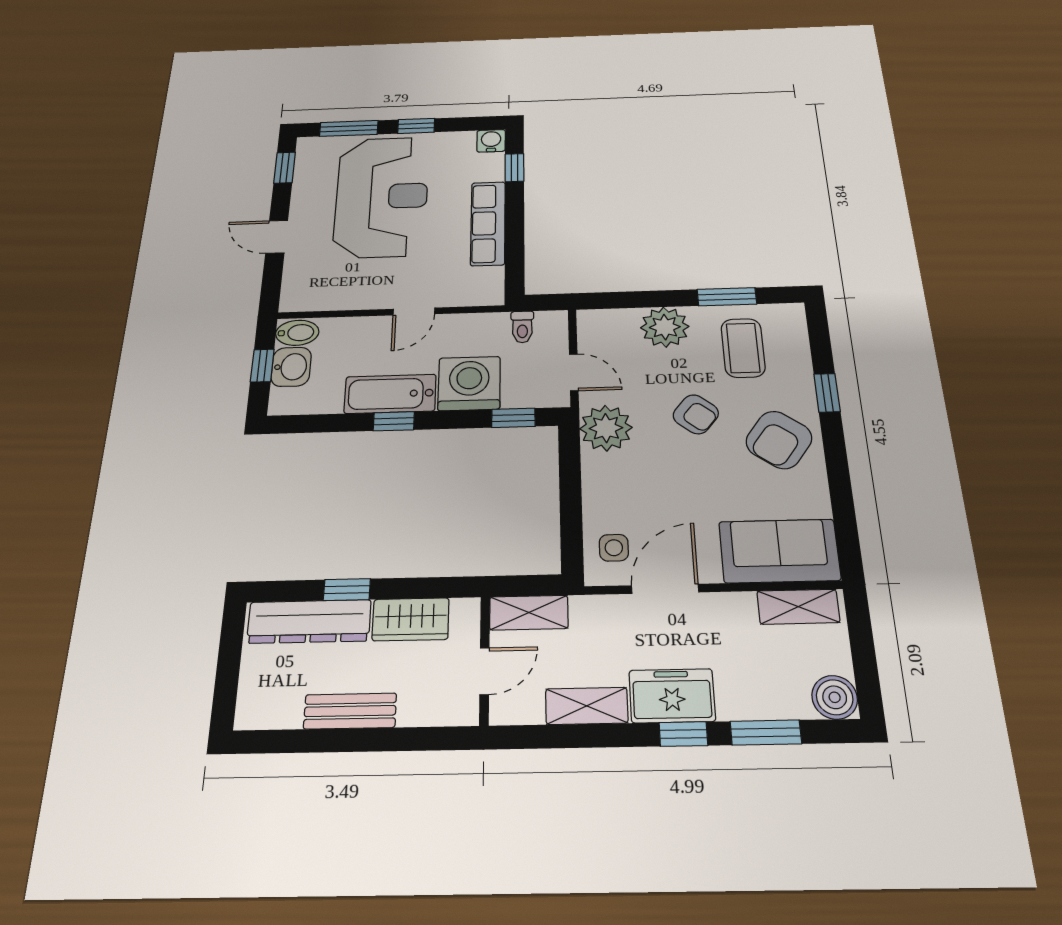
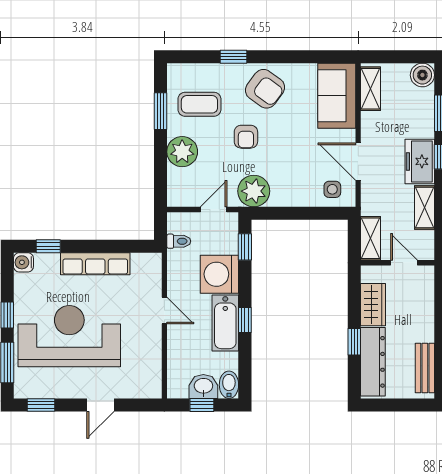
bidet: (297, 333) -> (229, 385), moved
armchair: (696, 414) -> (246, 137), turned 141
bench: (350, 711) -> (425, 368), moved

